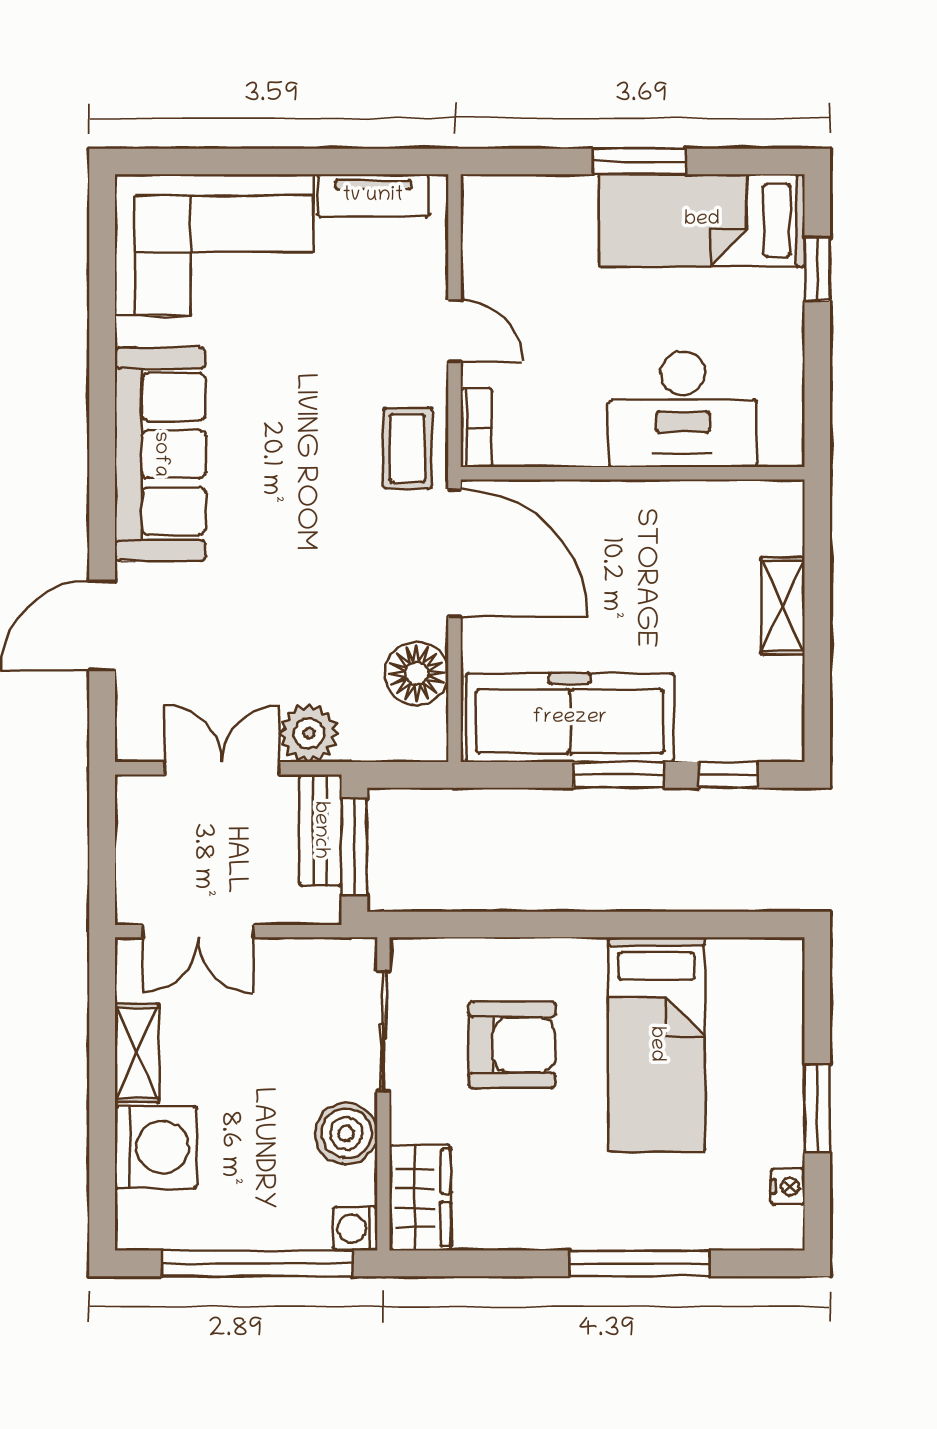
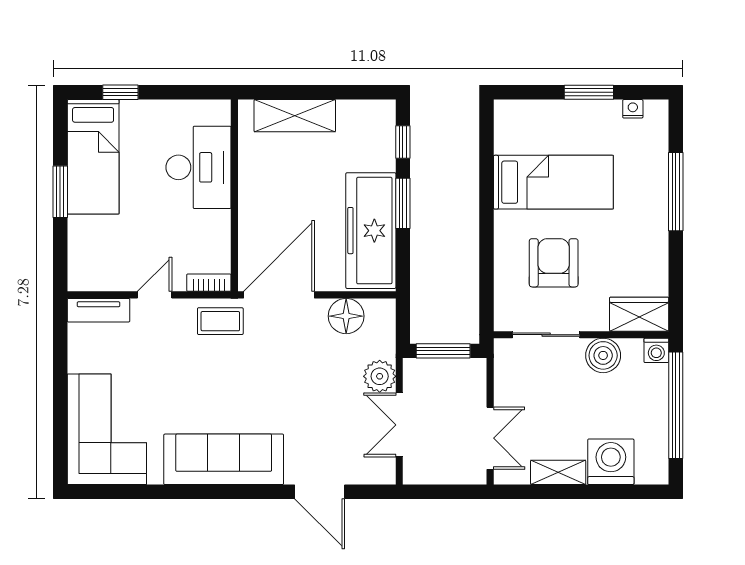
tv unit: (373, 196) -> (98, 310), moved, turned 90
shelving: (783, 606) -> (295, 116), width x1.50, depth x1.33
bench: (320, 830) -> (434, 370), removed

